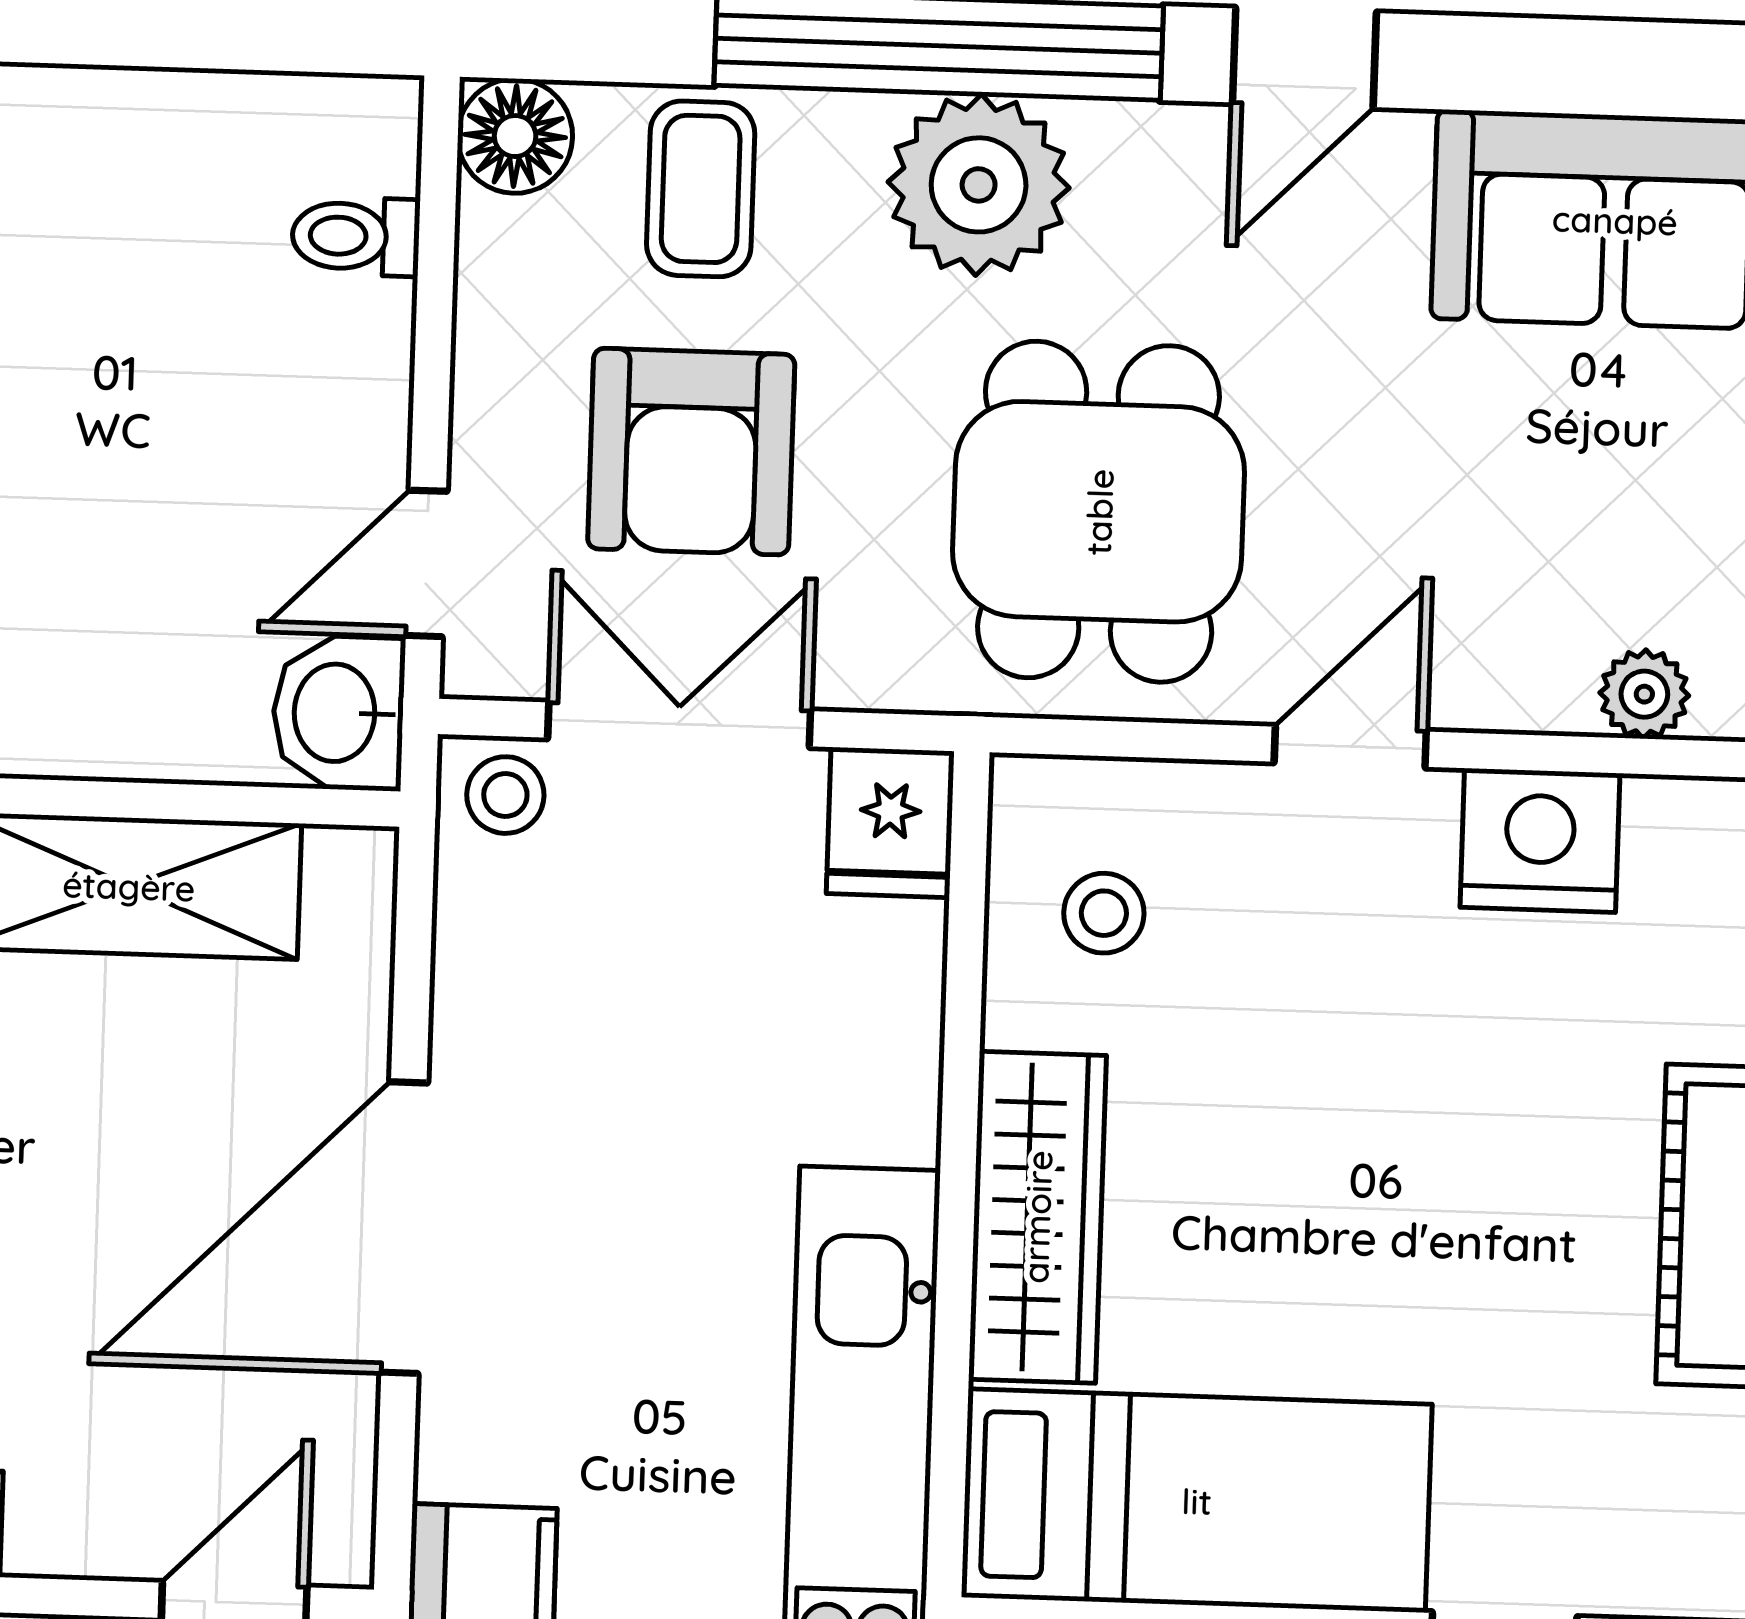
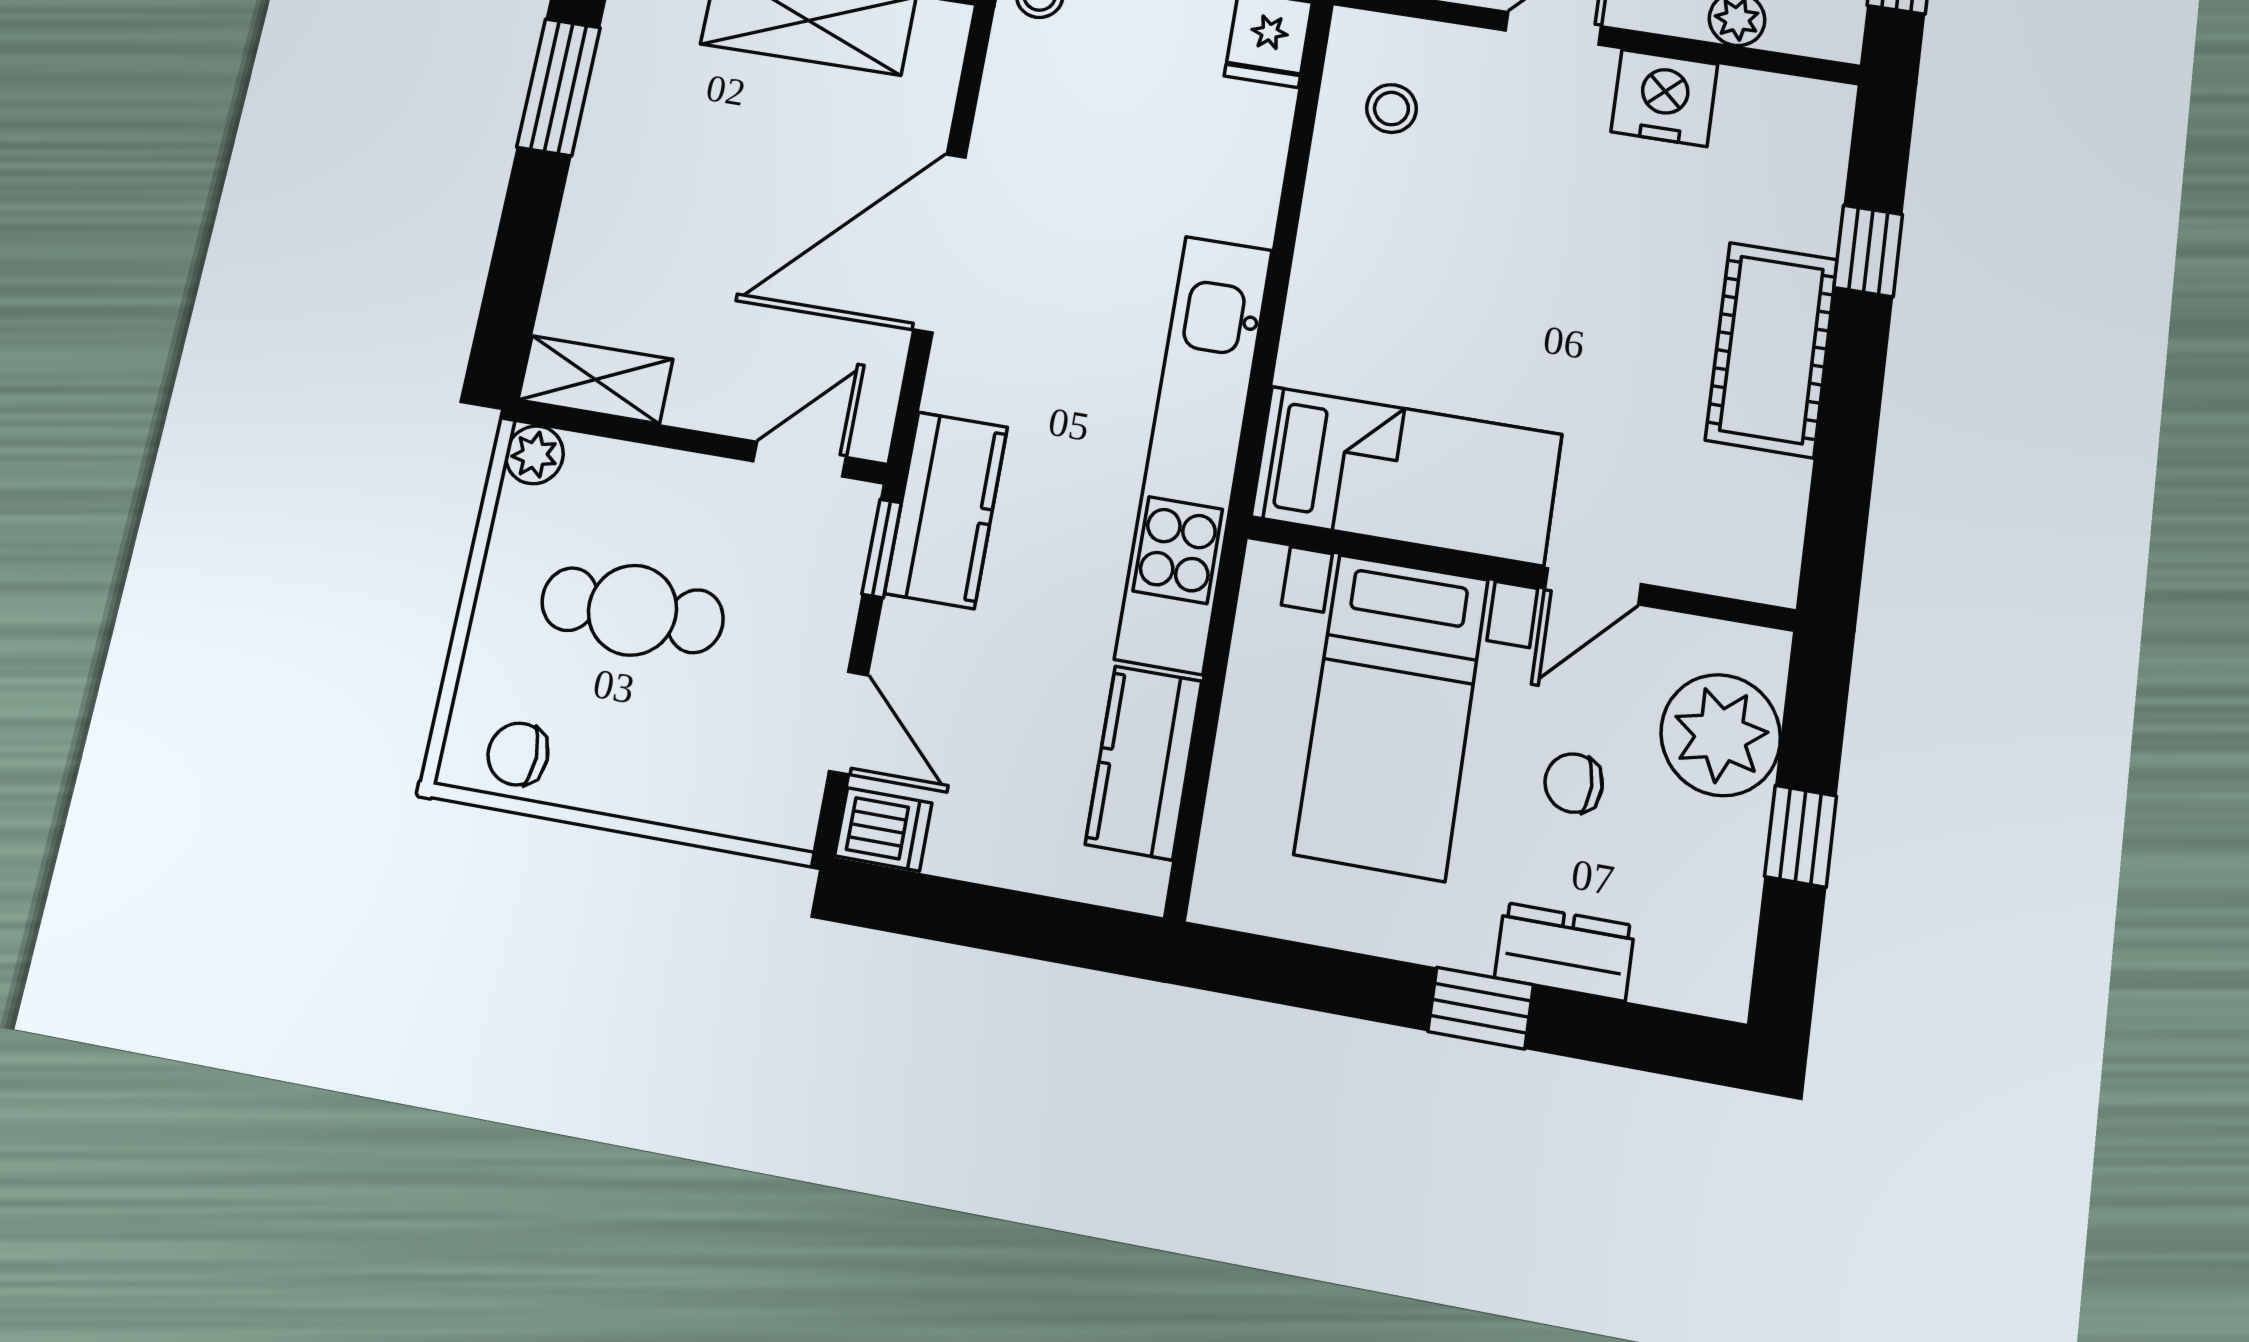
wardrobe: (1037, 1217) -> (1328, 287), removed

